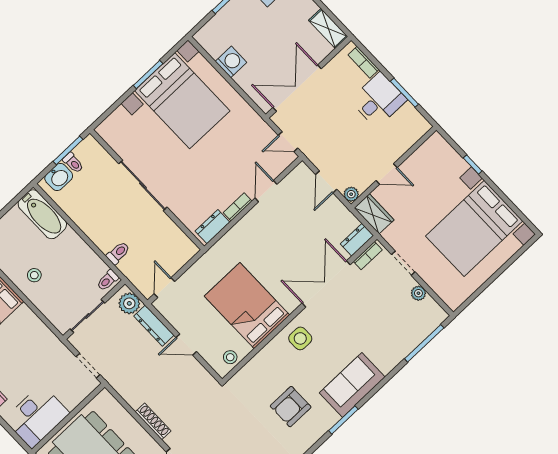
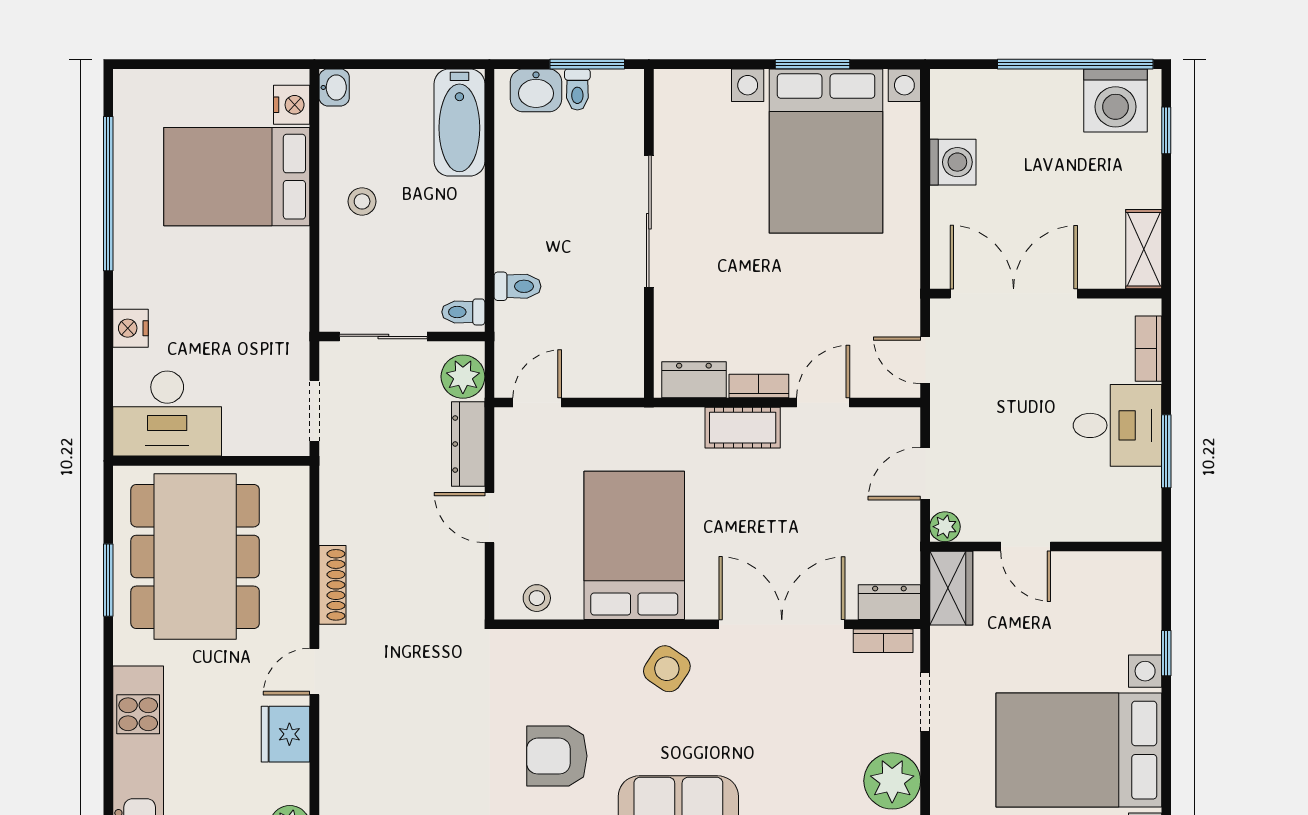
cot: (246, 227) -> (743, 428), added
plant: (418, 293) -> (892, 781), width x1.88, depth x1.88
side table: (300, 338) -> (667, 669), turned 34

